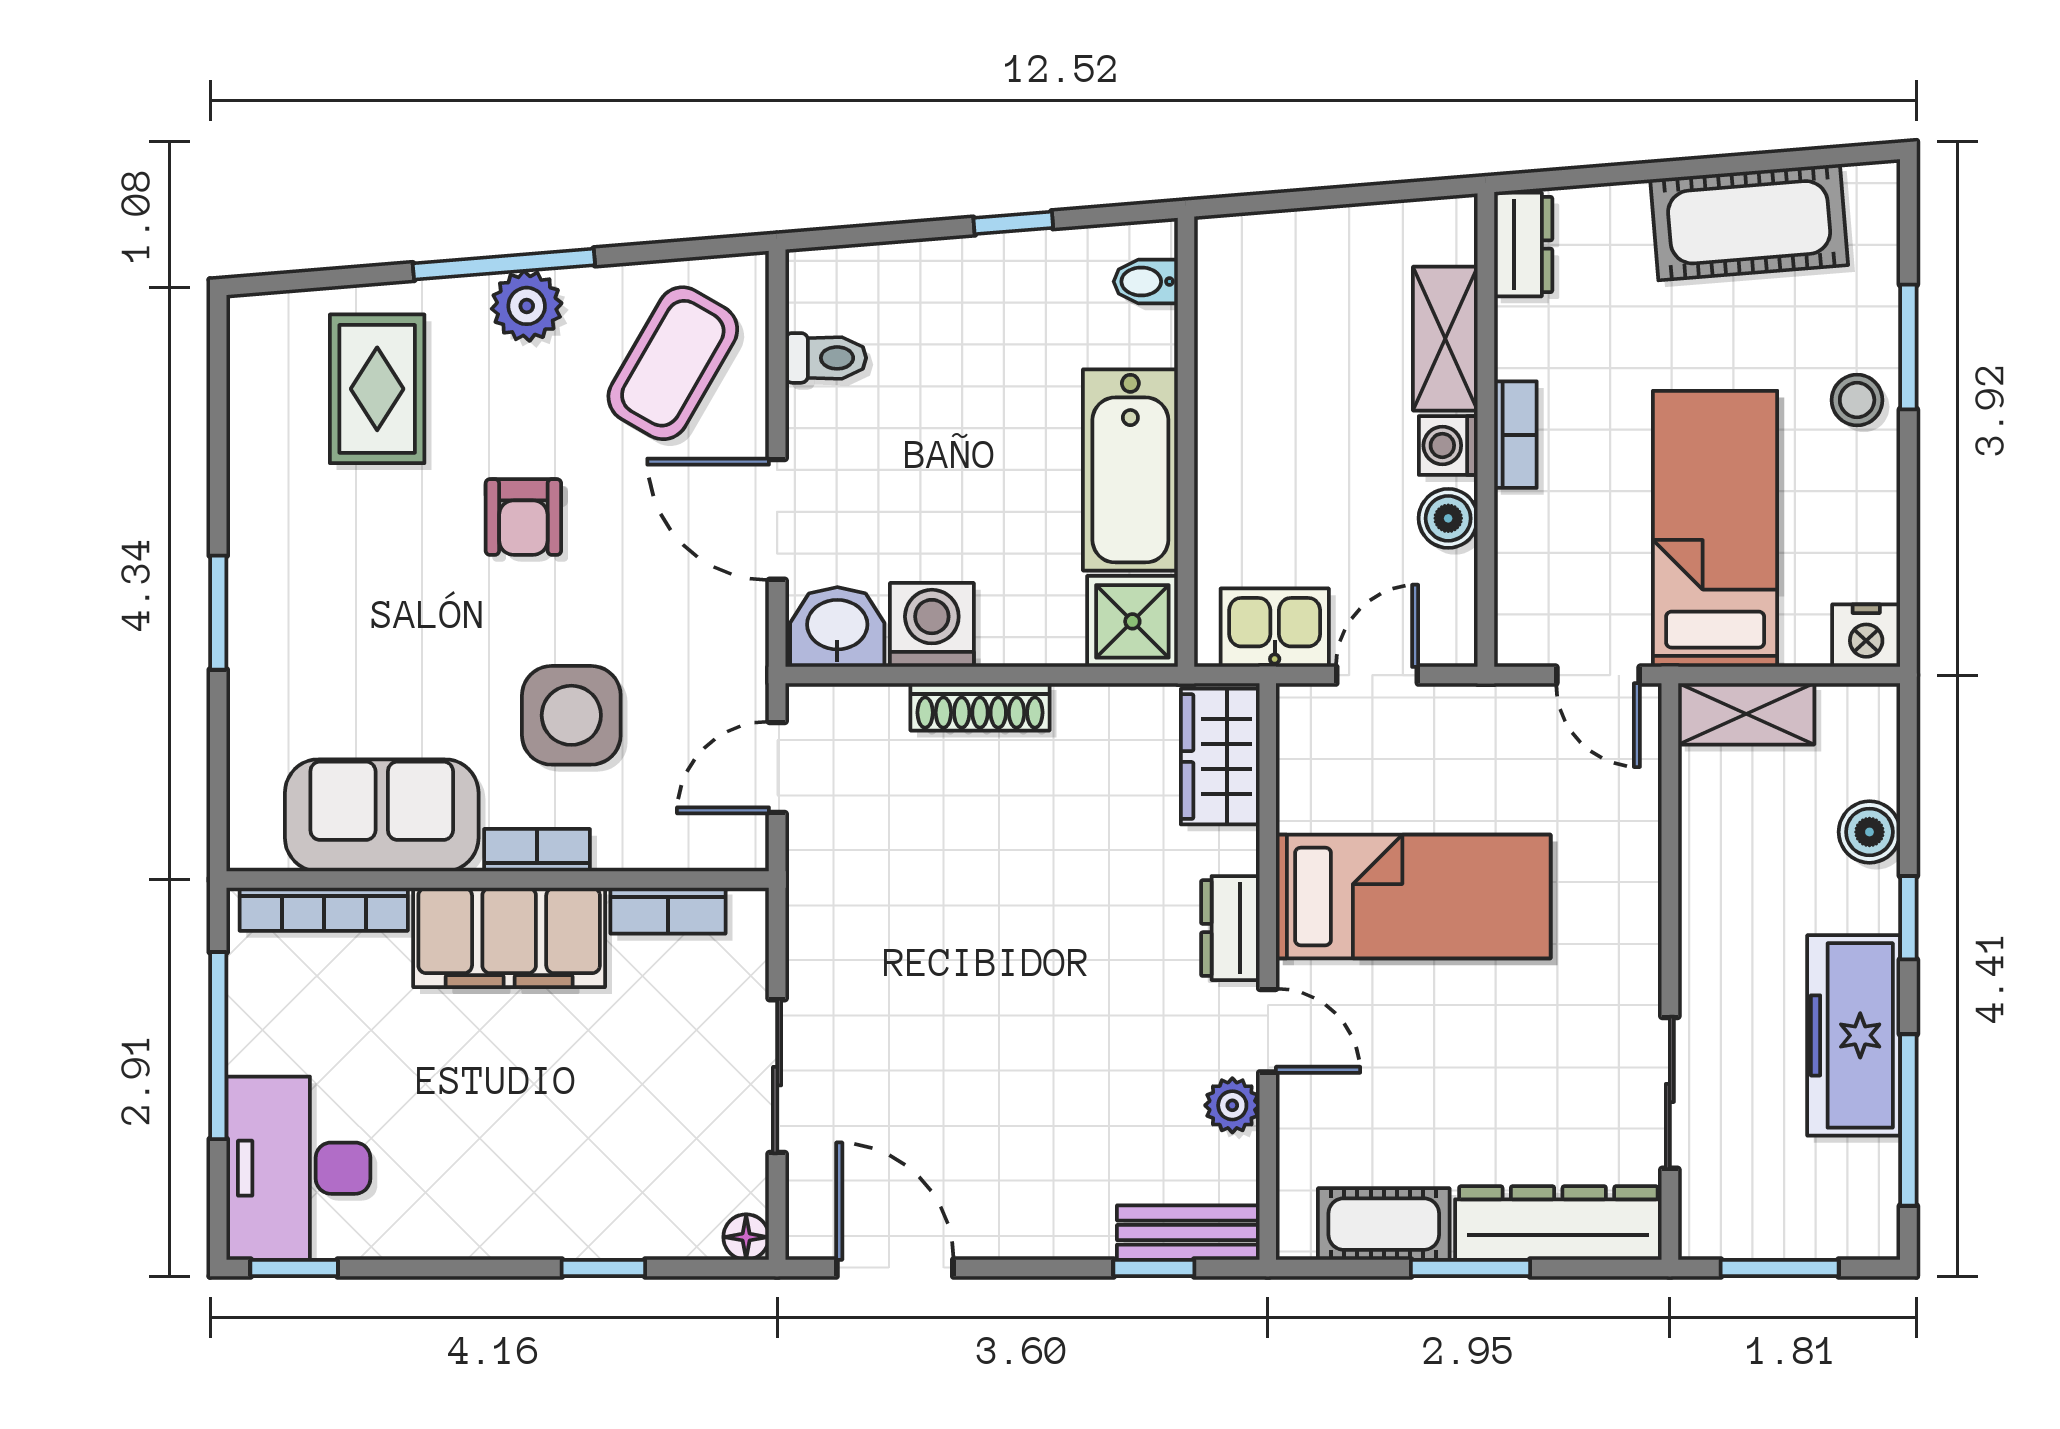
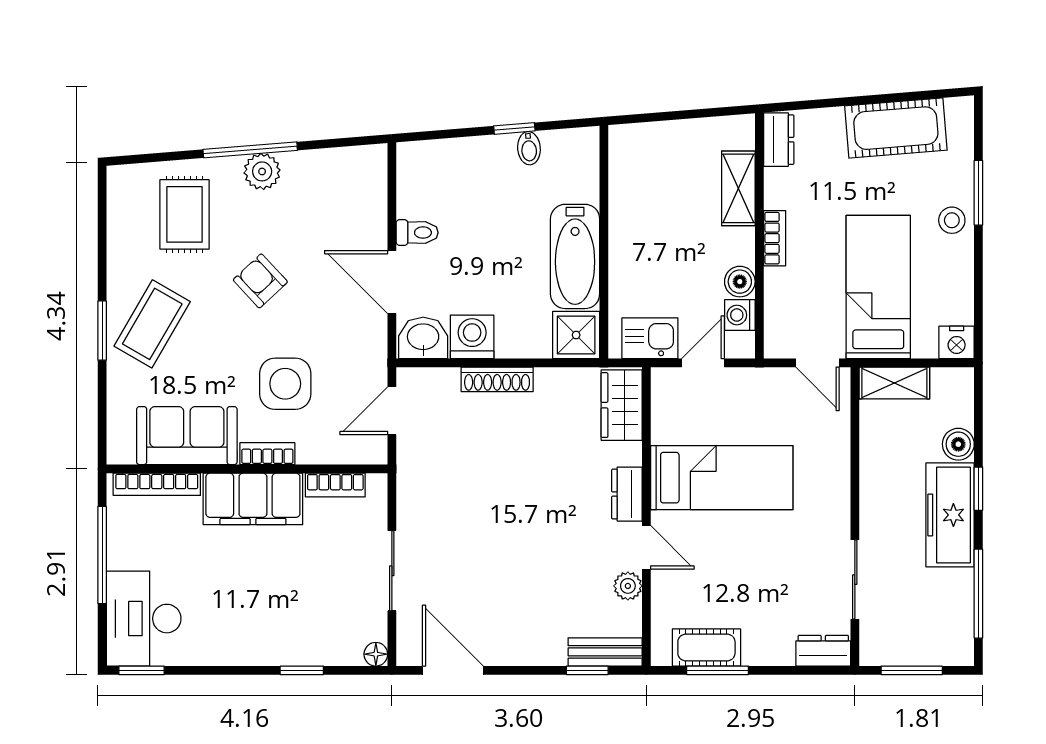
bidet: (1146, 282) -> (529, 148), moved, turned -95
toilet: (826, 358) -> (417, 233), moved
coffee table: (673, 363) -> (152, 324), moved
washing machine: (1448, 445) -> (740, 315), moved
armchair: (523, 517) -> (260, 281), turned 137
freezer: (1854, 1035) -> (950, 515), moved
dresser: (1558, 1223) -> (823, 651), width x0.51, depth x0.80
window: (1471, 1268) -> (718, 670), moved

